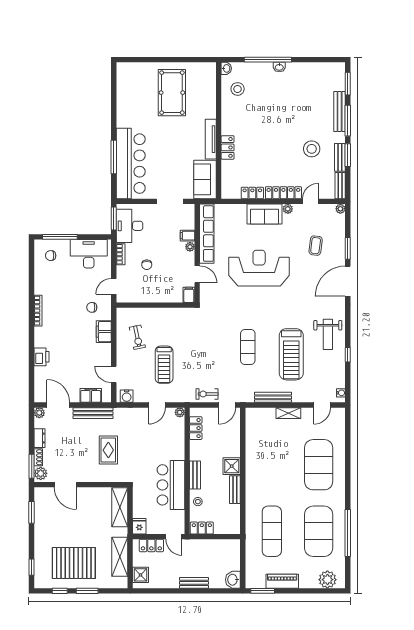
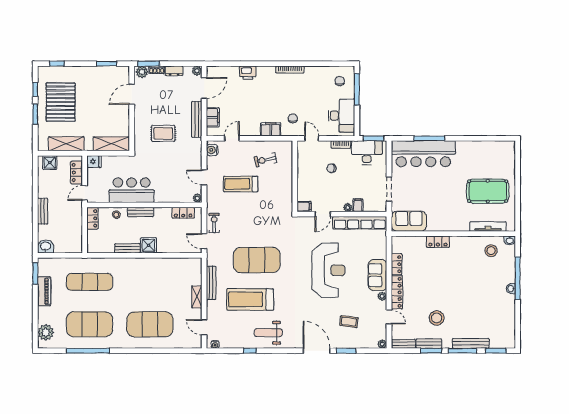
tv unit: (211, 139) -> (488, 226), moved
exercise mat: (248, 347) -> (257, 260), width x2.00, depth x1.45

